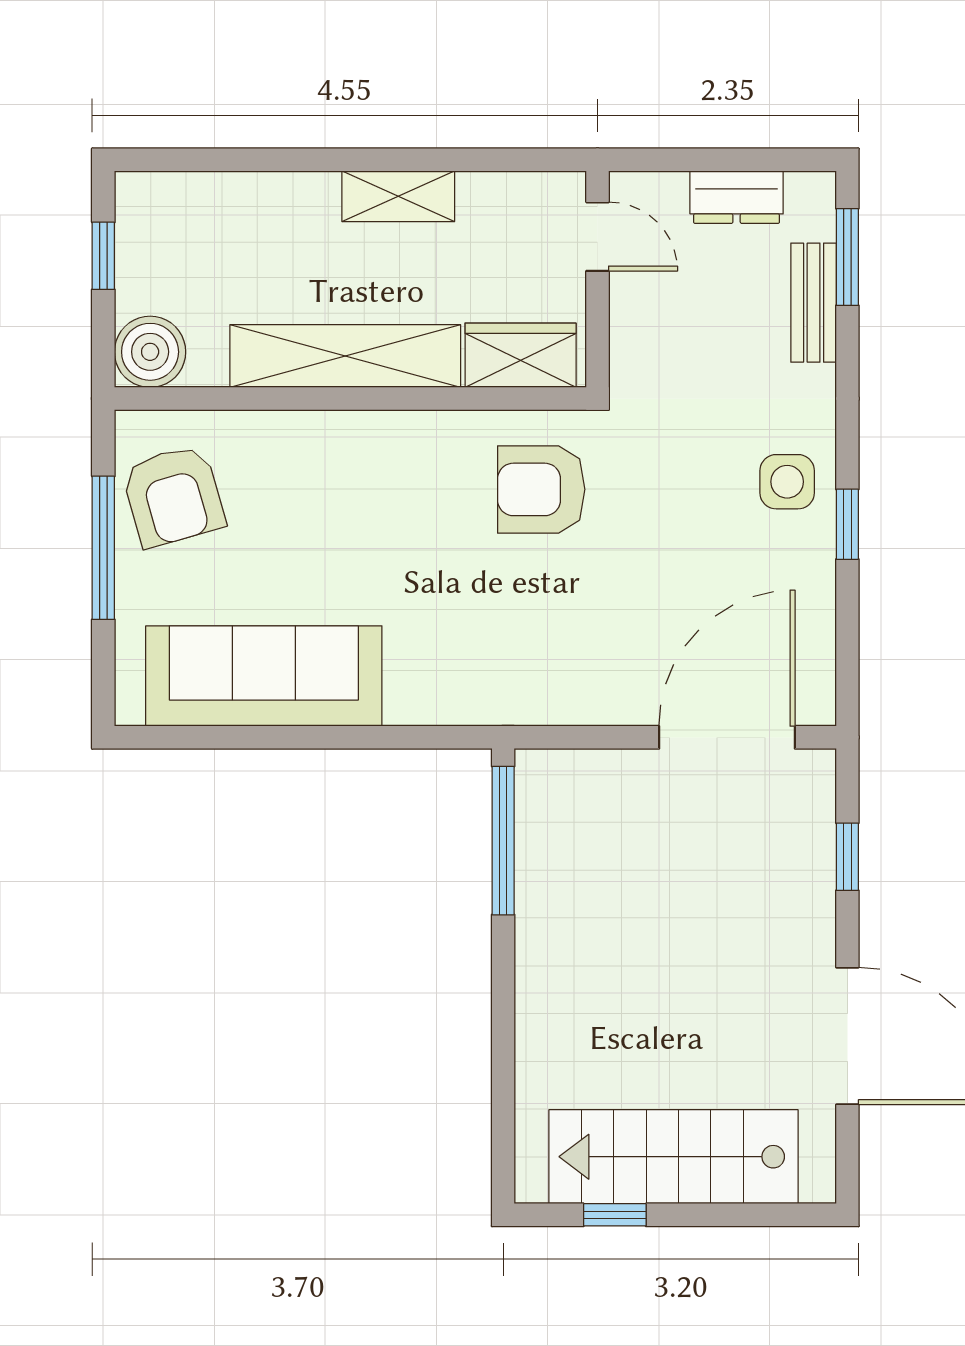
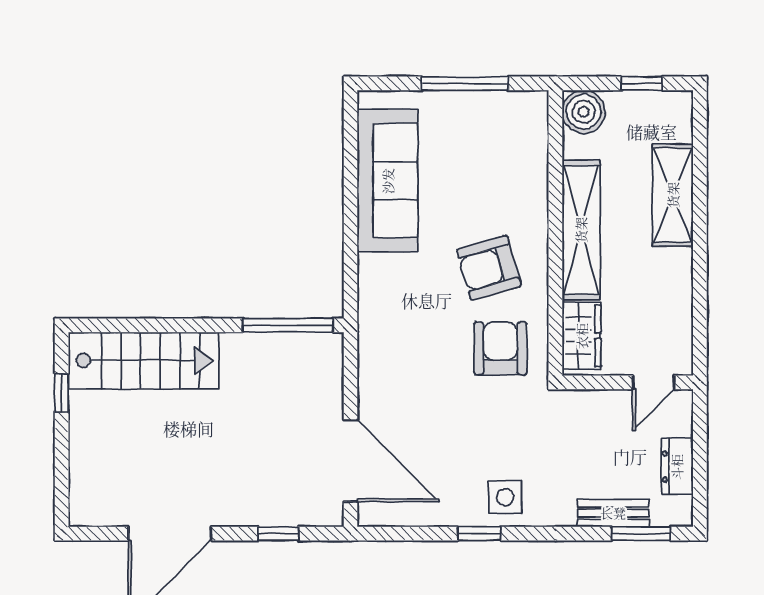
shelving: (398, 196) -> (673, 195), moved, width x1.50, depth x1.33
armchair: (173, 496) -> (489, 268), moved
stairs: (674, 1157) -> (144, 360), moved, turned 90

